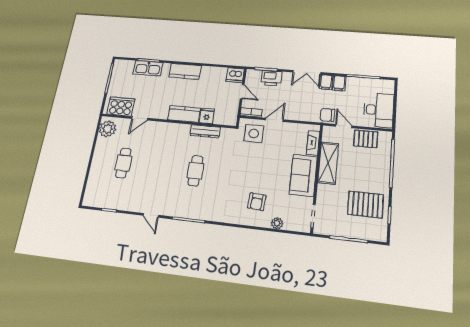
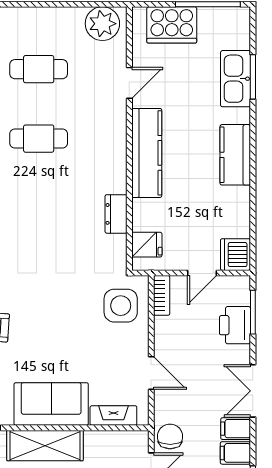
cooker: (121, 107) -> (172, 25), moved, turned 90
kitchen counter: (184, 114) -> (147, 153), width x1.50
fridge: (207, 116) -> (147, 245), moved
door: (140, 118) -> (129, 83), swing flipped
door: (274, 120) -> (151, 373), moved
dresser: (205, 131) -> (116, 214), width x0.70
shelving: (328, 163) -> (45, 446), moved
cafe table: (195, 171) -> (39, 139), moved

